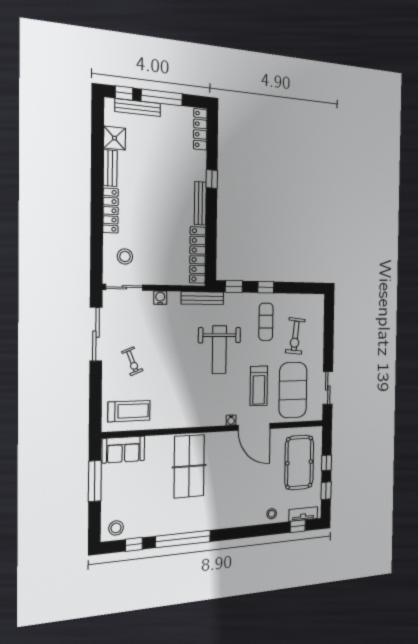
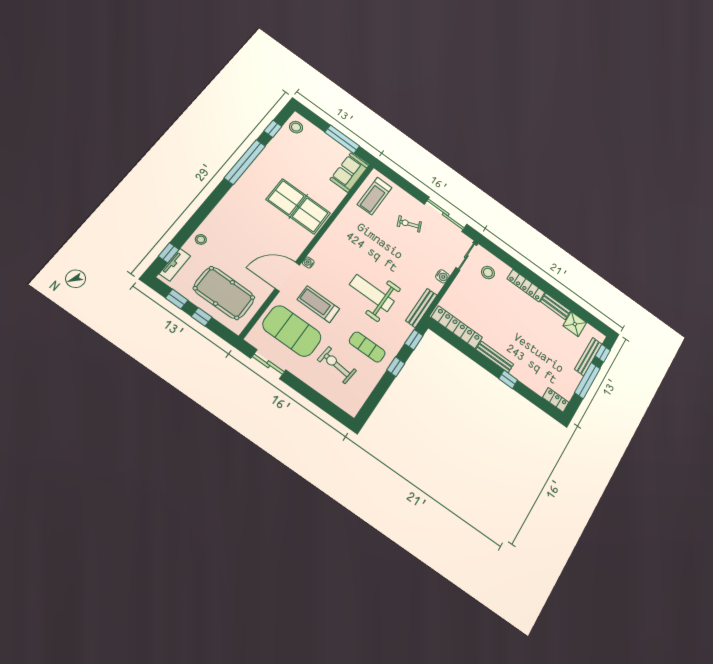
locker: (200, 129) -> (556, 400), width x0.66

